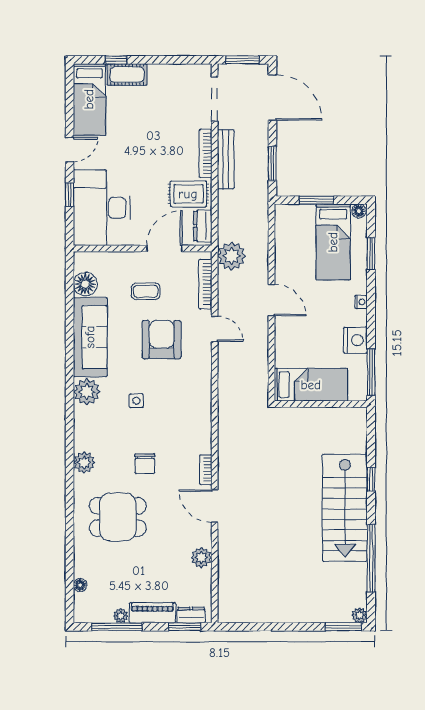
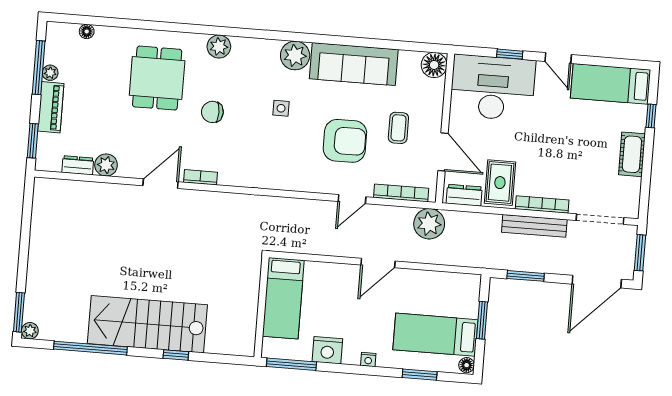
cot: (127, 75) -> (632, 154), moved
floor lamp: (85, 284) -> (434, 65), moved
dresser: (191, 615) -> (78, 165), moved, turned -90

